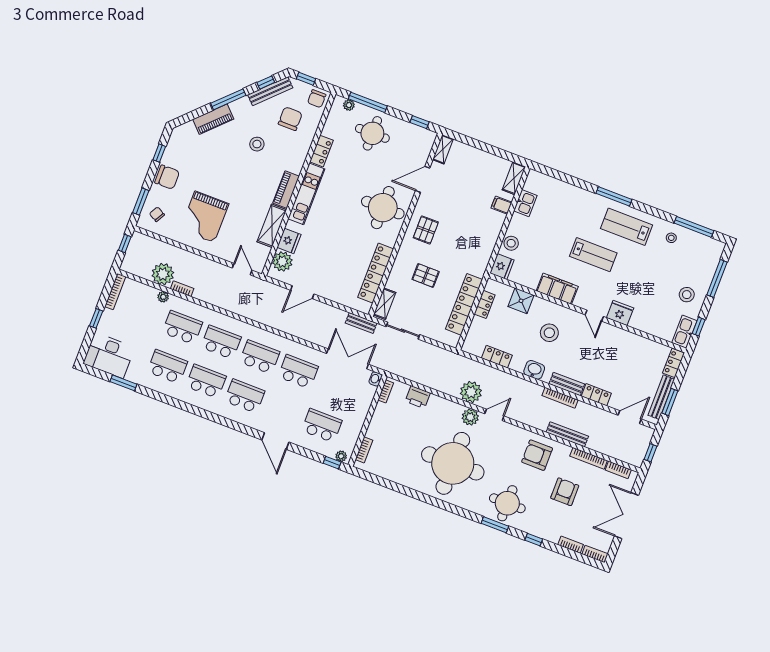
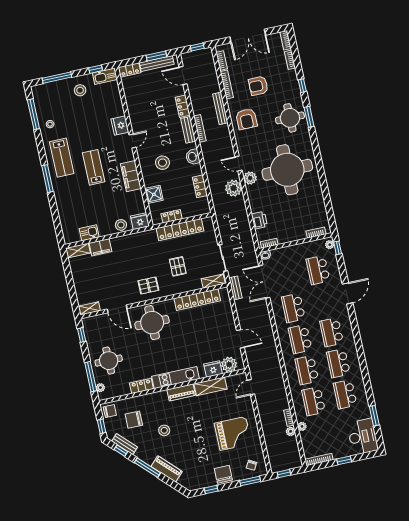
bench: (270, 91) -> (125, 444), width x0.73
filing cabinet: (501, 205) -> (100, 247), width x2.00
plant: (163, 274) -> (291, 431), width x0.53, depth x0.53

